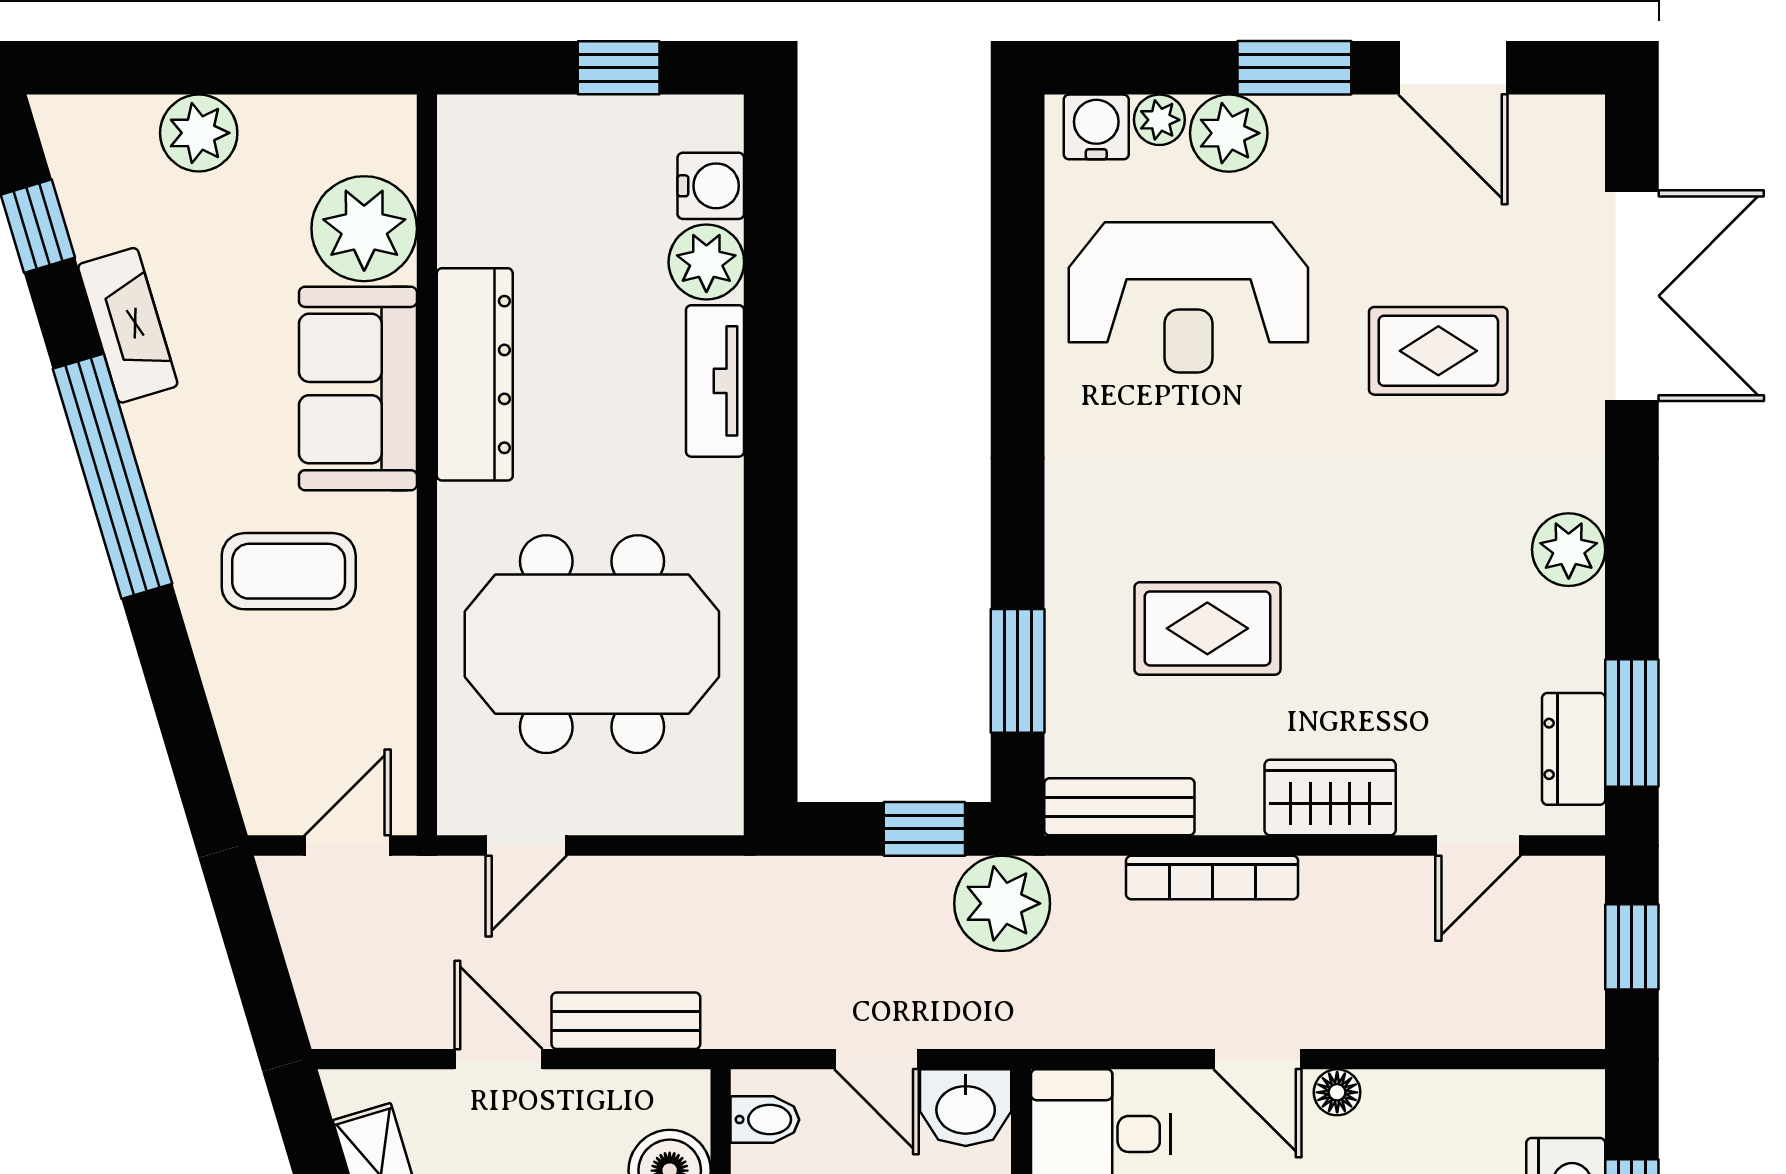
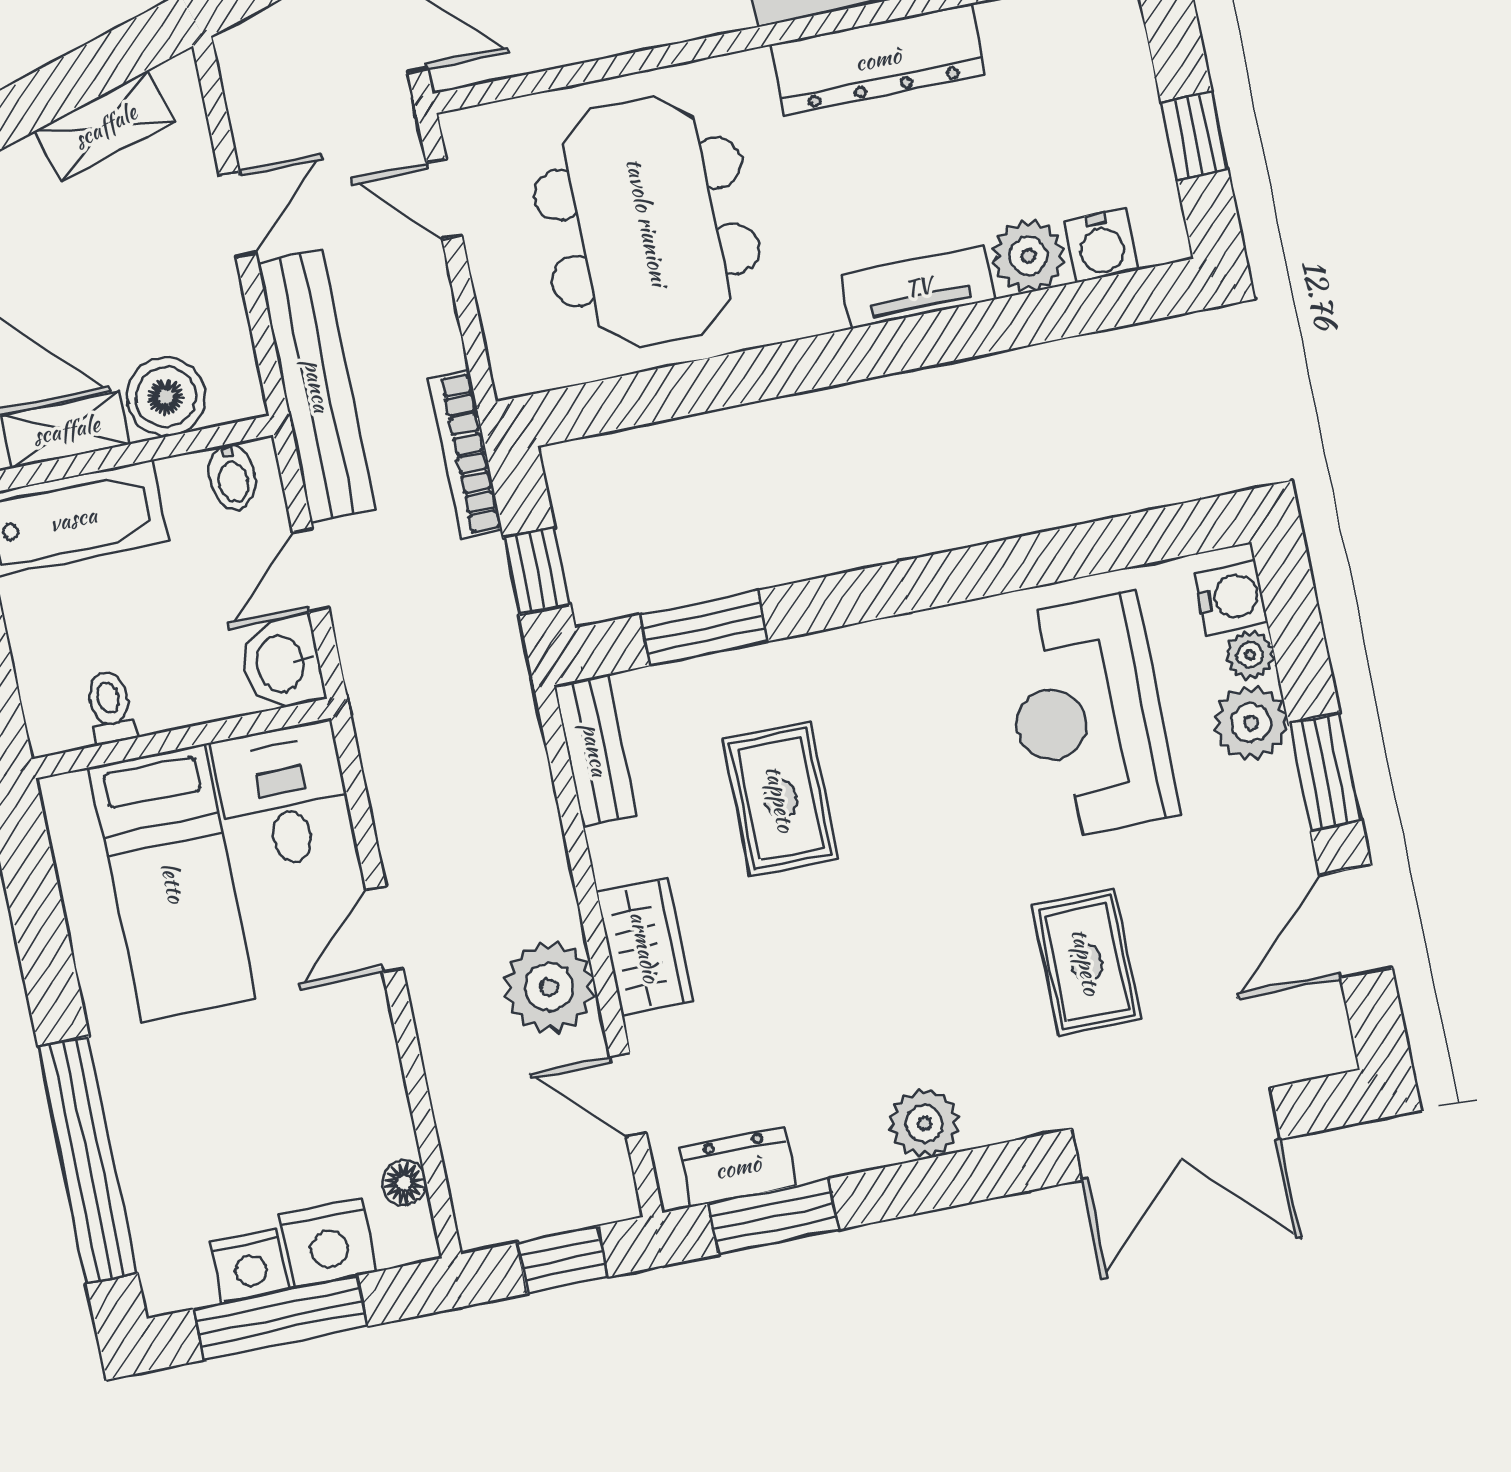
bookcase: (1212, 878) -> (465, 454), moved
plant: (1002, 903) -> (549, 987), moved
bench: (626, 1021) -> (317, 386), width x1.86, depth x1.21
floor lamp: (1337, 1092) -> (404, 1183), moved

